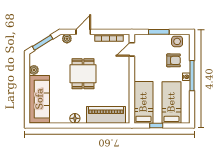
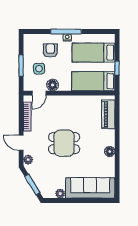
side table: (177, 41) -> (39, 69), moved
door: (132, 49) -> (39, 93), hinge flipped
floor lamp: (140, 63) -> (53, 85), added
piano: (106, 115) -> (108, 114), width x0.73, depth x0.75

